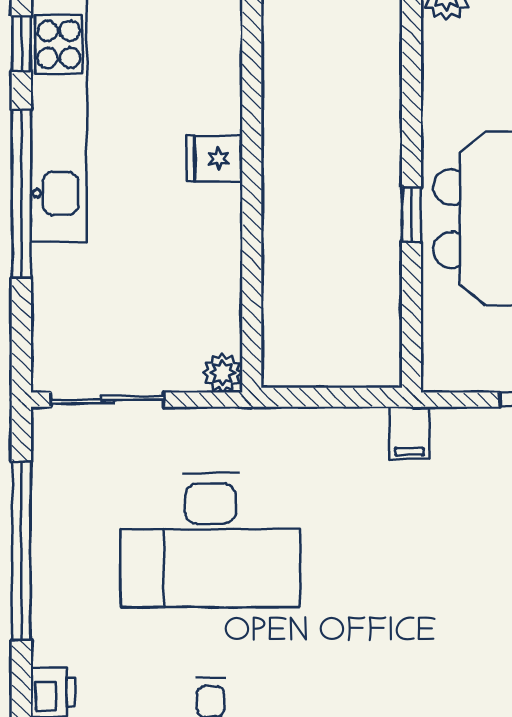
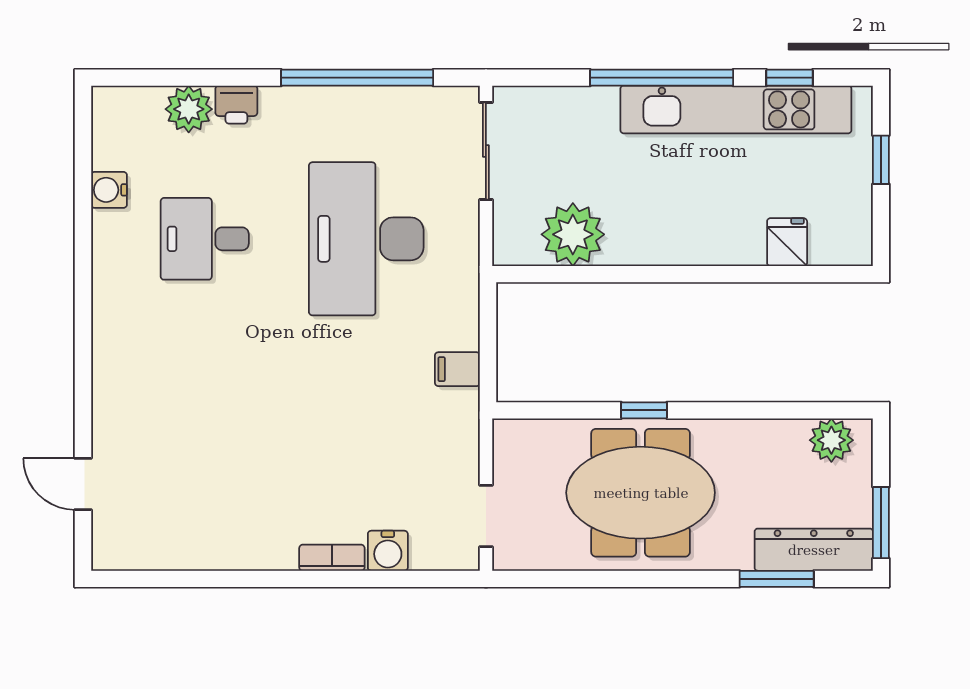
fridge: (214, 159) -> (787, 242), moved
plant: (223, 373) -> (573, 234), moved, width x1.88, depth x1.88
filing cabinet: (409, 433) -> (457, 369), moved

